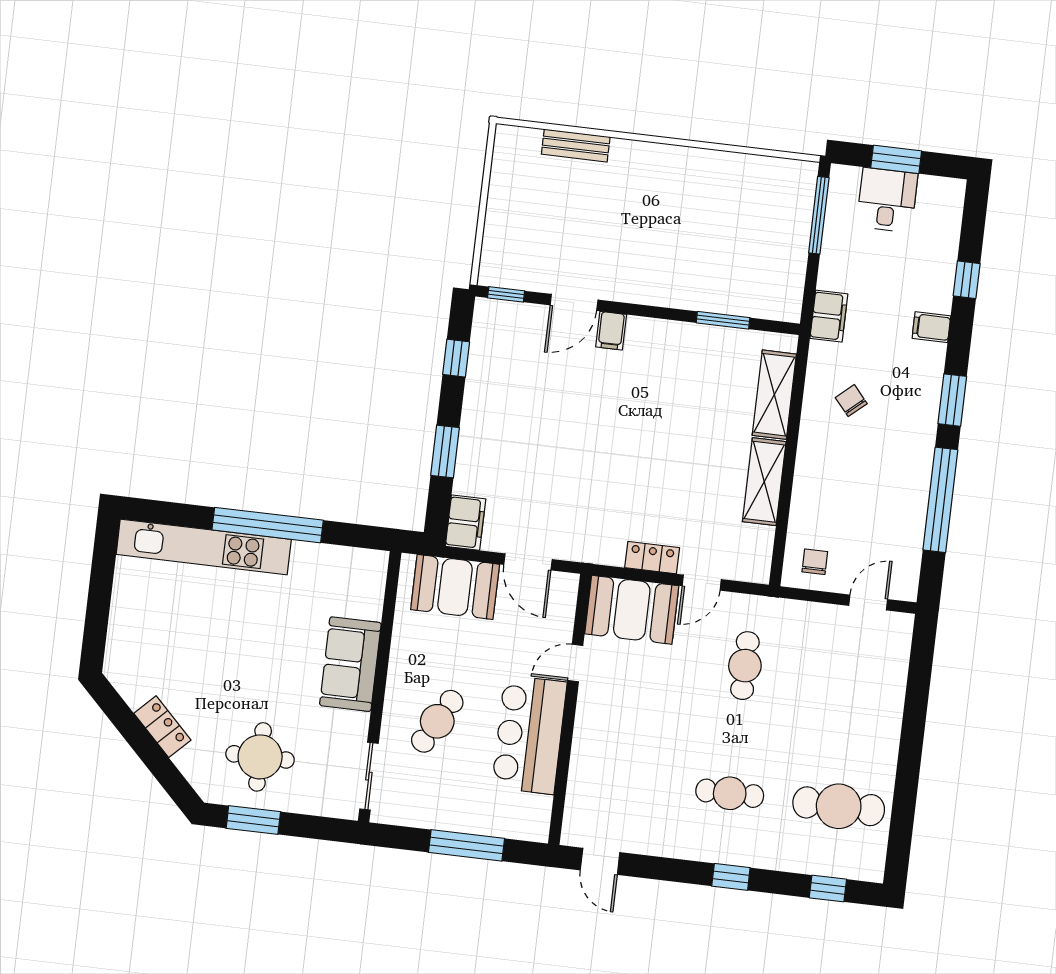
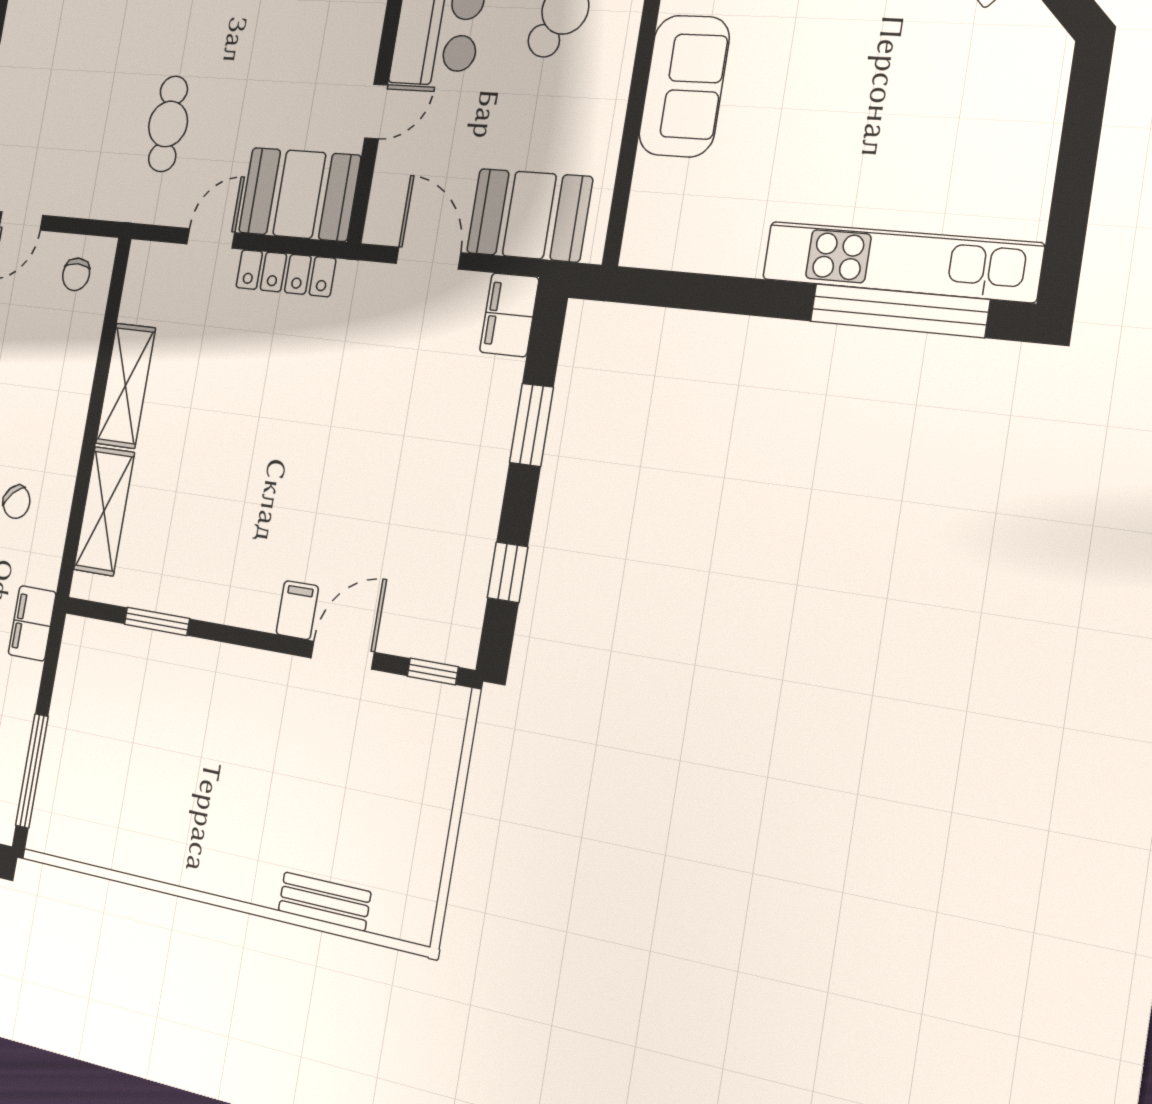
window: (268, 525) -> (899, 310), moved
locker: (652, 558) -> (286, 273), width x1.53

